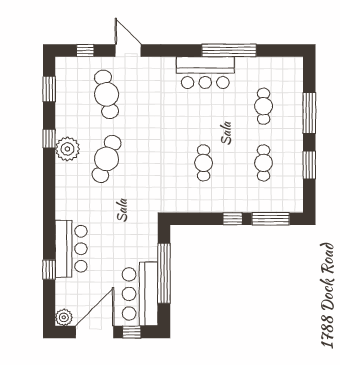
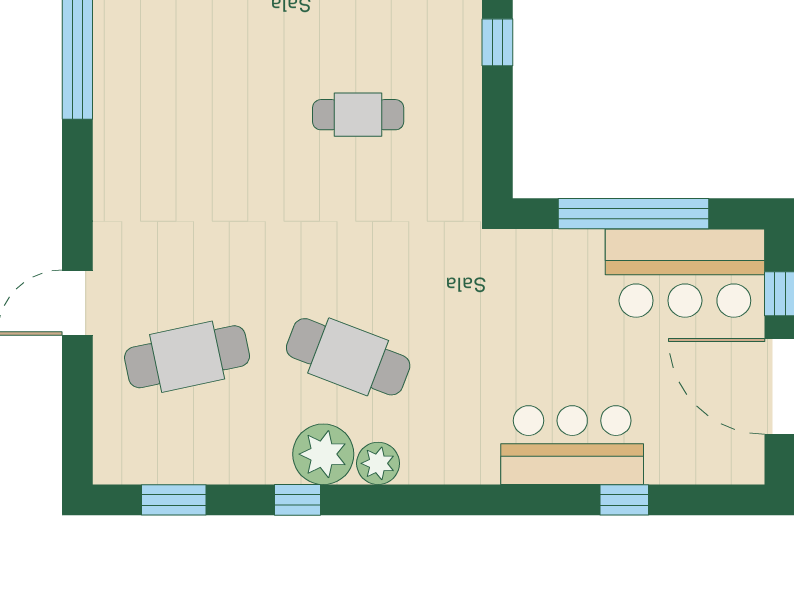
window: (85, 50) -> (77, 410), removed
bar counter: (205, 73) -> (133, 111), removed
plant: (64, 317) -> (378, 463), moved

